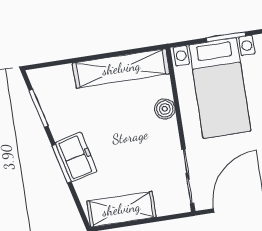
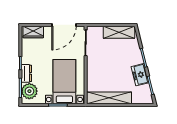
boiler: (165, 109) -> (92, 76), removed
freezer: (76, 157) -> (140, 75), moved

